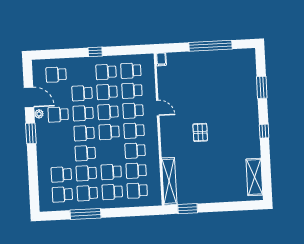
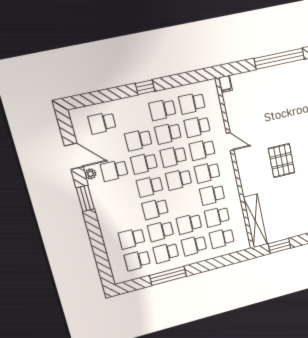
pallet: (200, 132) -> (282, 161), width x1.50, depth x1.42

